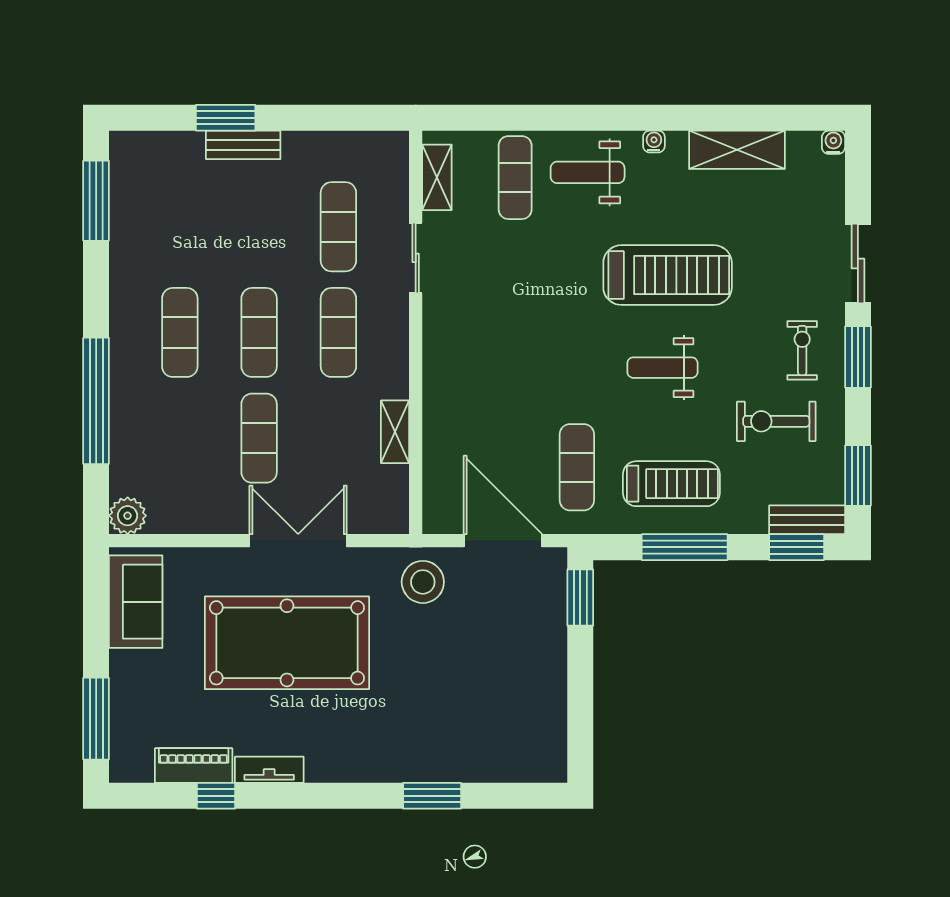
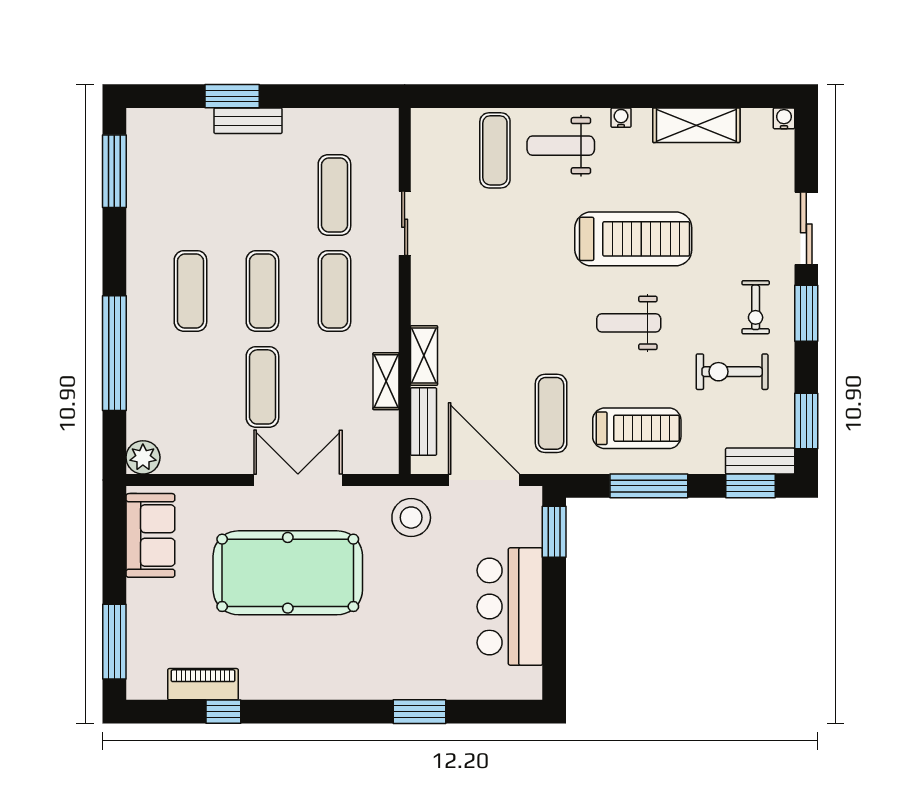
shelving: (437, 177) -> (424, 355), moved
exercise bike: (802, 350) -> (756, 307), turned 180
bench: (436, 476) -> (423, 422), added
bar counter: (531, 680) -> (510, 607), added
tv unit: (269, 770) -> (272, 688), removed

